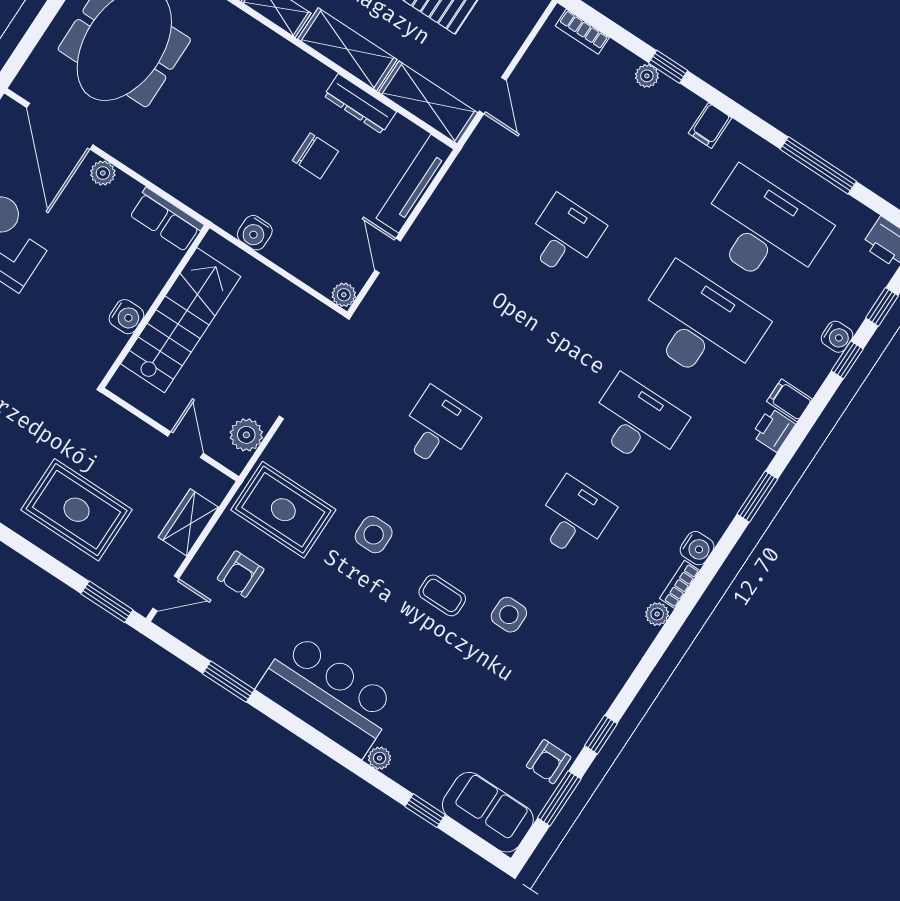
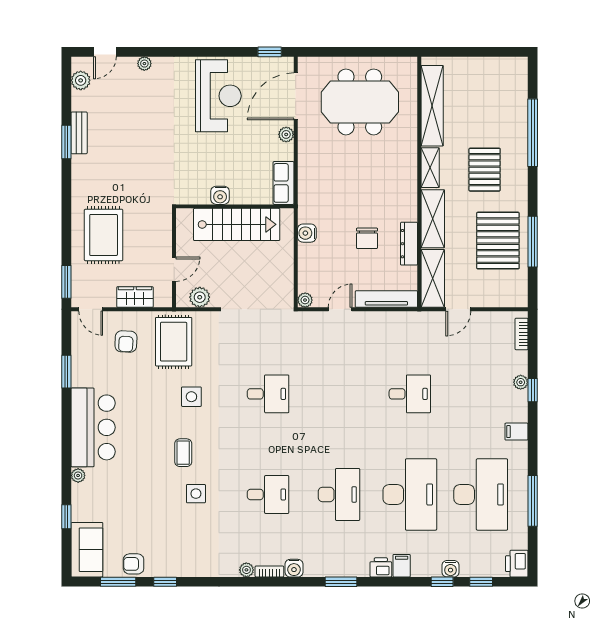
armchair: (241, 574) -> (126, 341), turned -87

